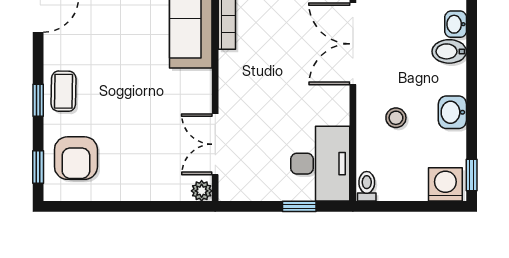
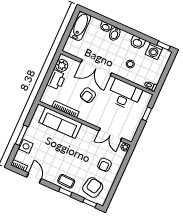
armchair: (282, 53) -> (88, 95), added
armchair: (76, 158) -> (93, 188), turned -78
armchair: (140, 162) -> (105, 165), added
desk: (320, 164) -> (124, 95), moved
washing machine: (445, 184) -> (154, 51), moved, turned -90

